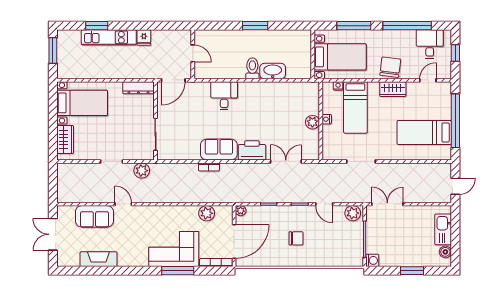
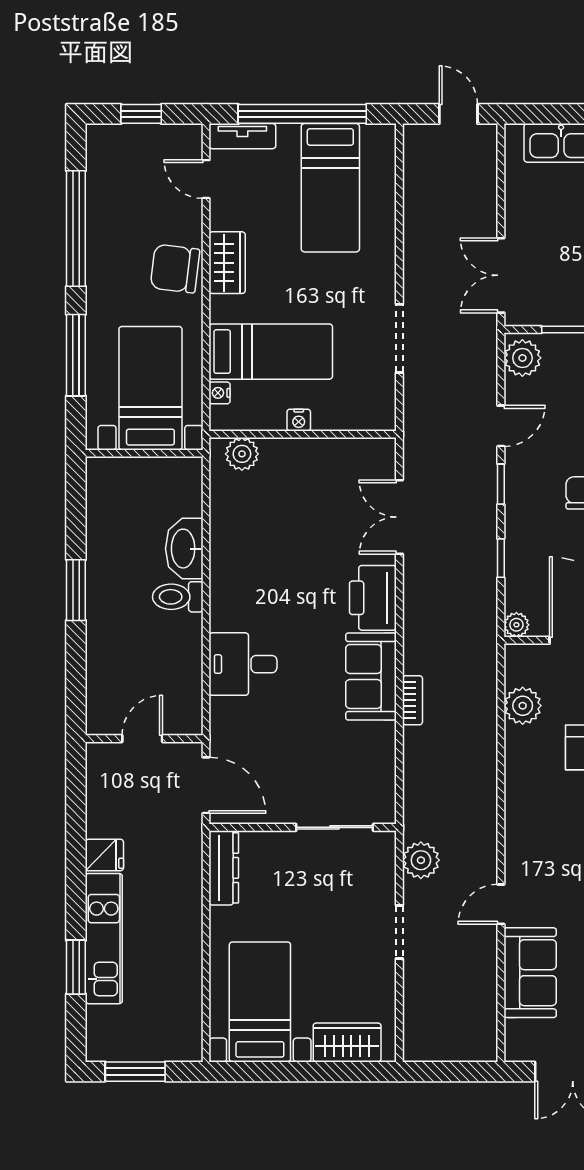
desk: (430, 44) -> (120, 175), removed
tv unit: (446, 96) -> (242, 136), added
plant: (312, 122) -> (242, 454), moved

